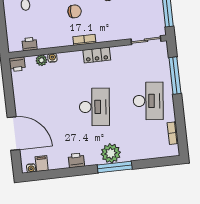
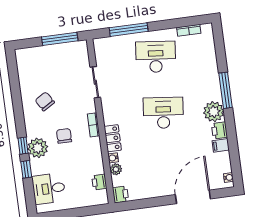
sliding door: (146, 40) -> (95, 82), moved
locker: (97, 55) -> (113, 138), moved
plant: (111, 153) -> (214, 112), moved
filing cabinet: (42, 163) -> (221, 145), moved

